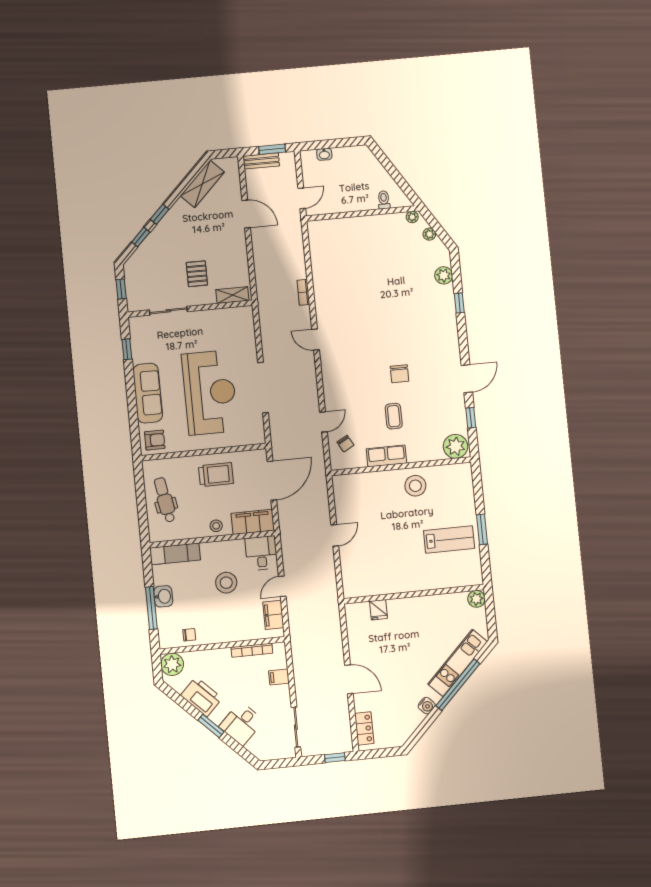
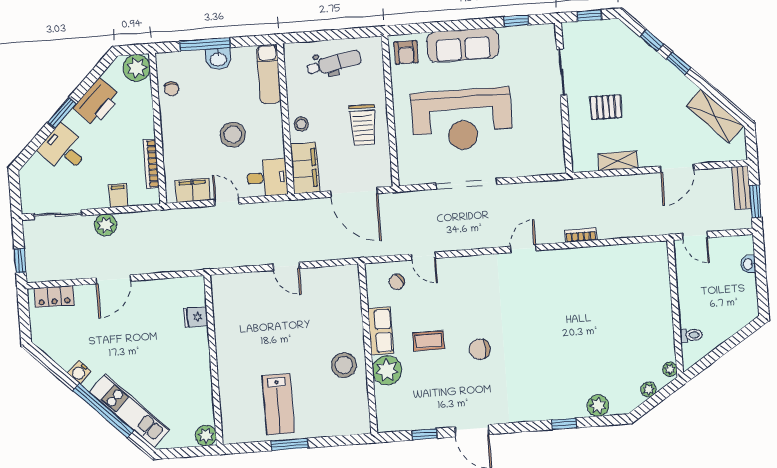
shelving: (232, 295) -> (618, 161), moved, turned 90
plant: (456, 446) -> (387, 370), moved
plant: (304, 687) -> (106, 225), added

